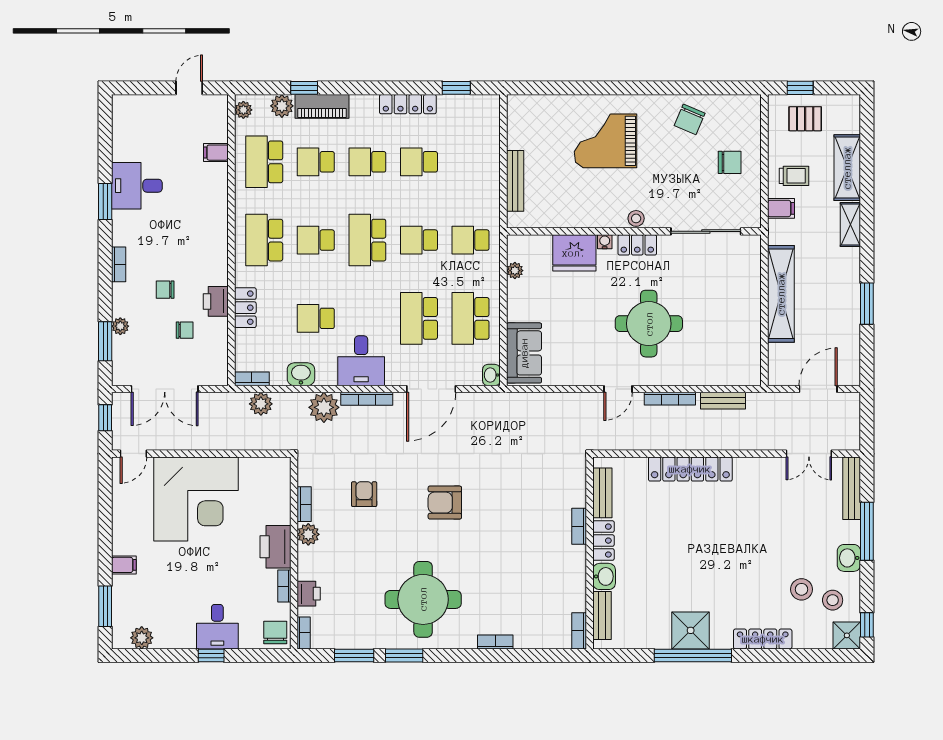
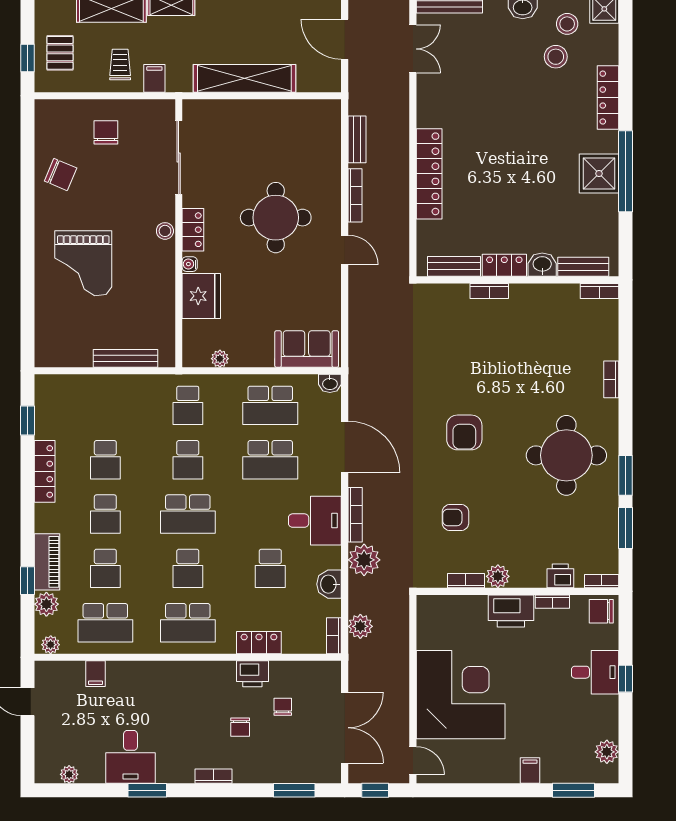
plant: (120, 326) -> (69, 774), moved

